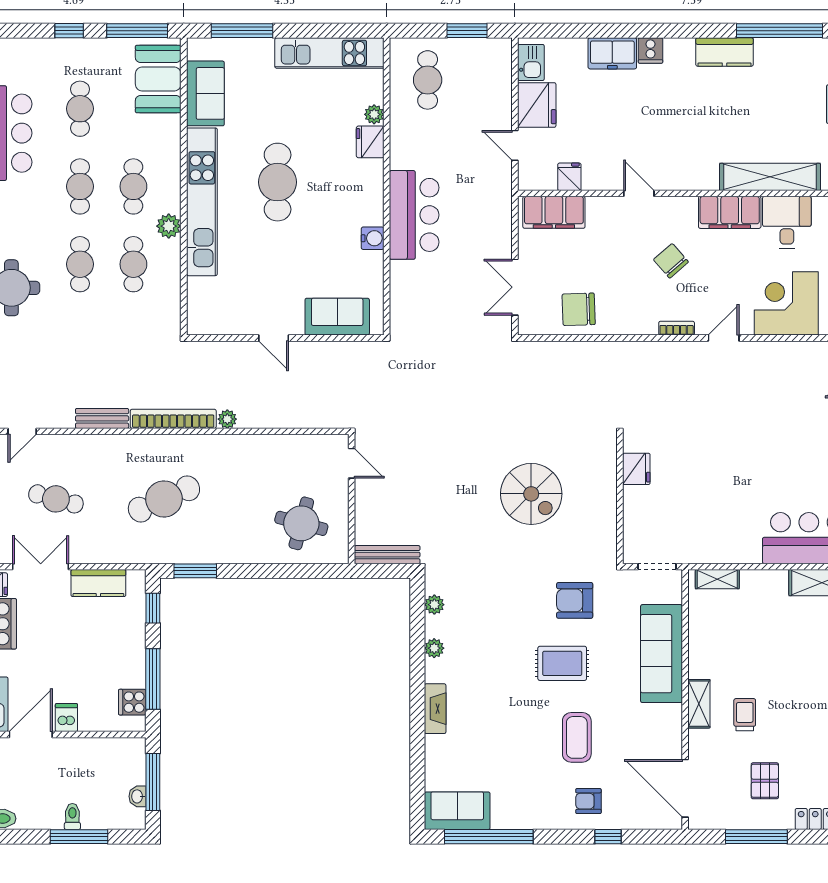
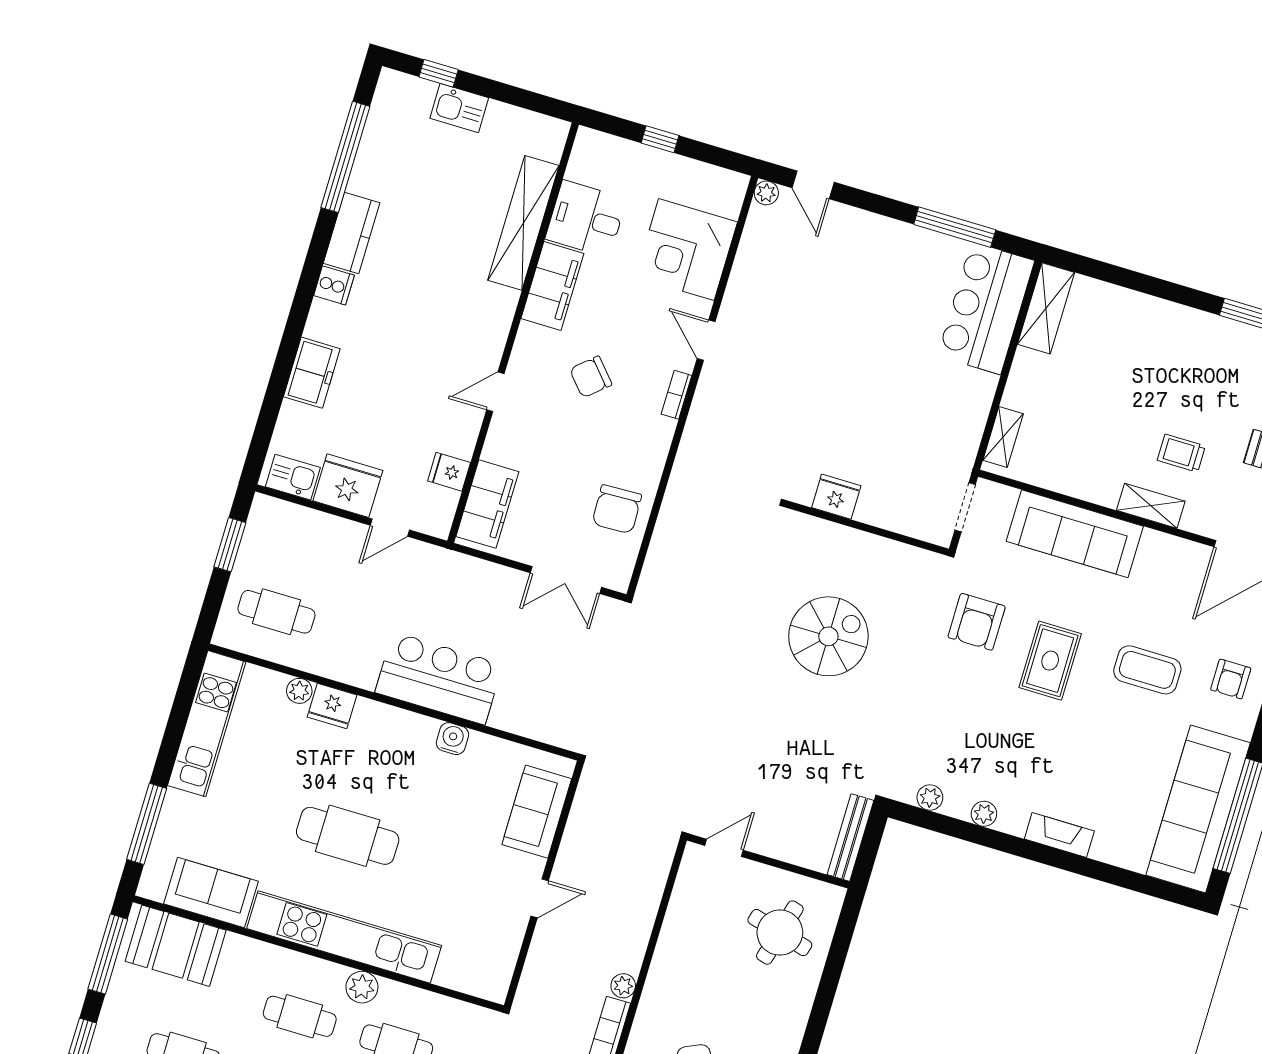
cooker: (650, 50) -> (334, 285), moved
sofa: (457, 811) -> (1198, 809), width x1.85, depth x1.27

